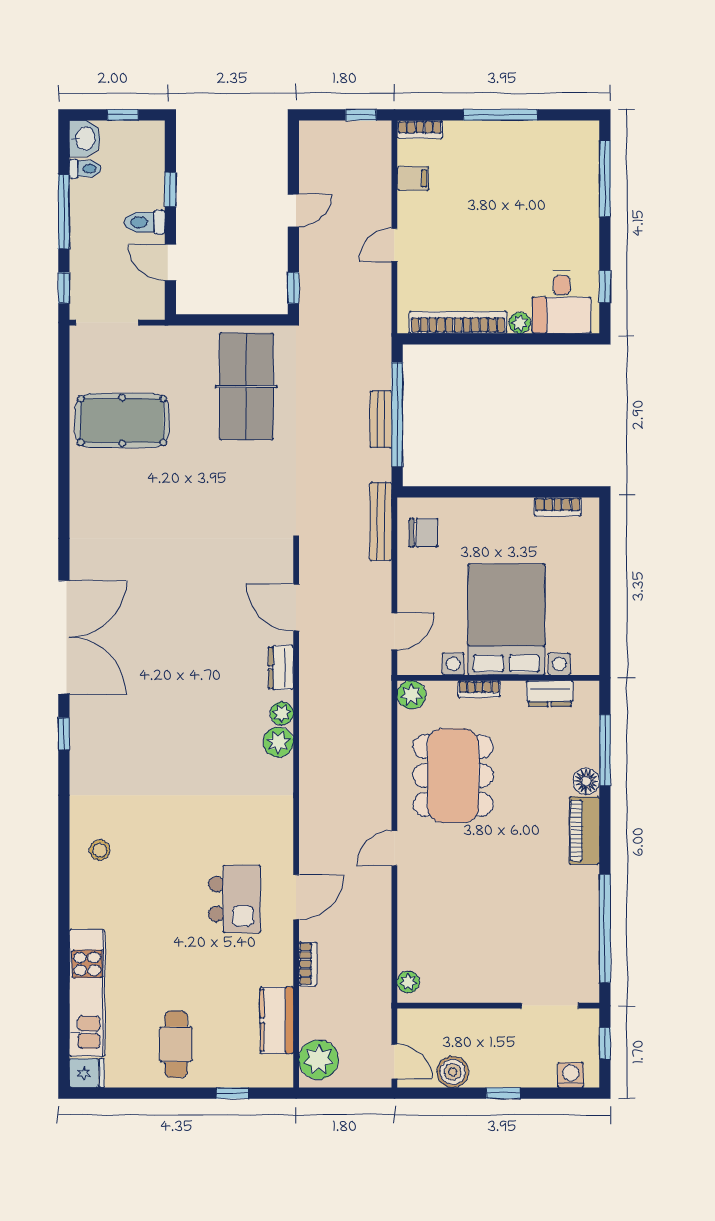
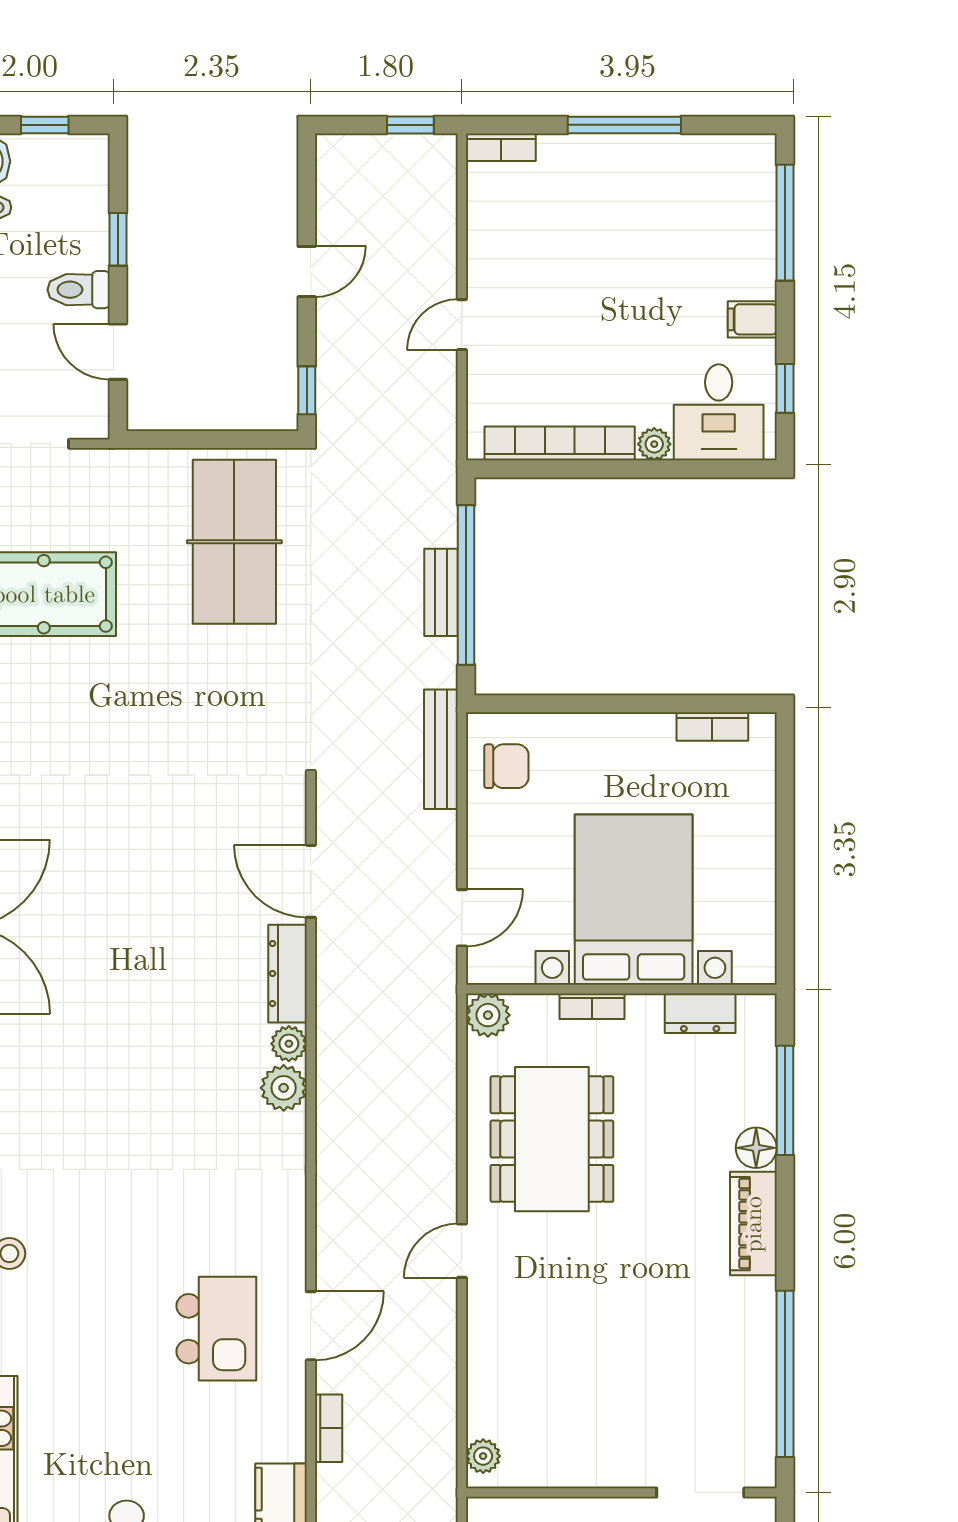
filing cabinet: (413, 178) -> (752, 319), moved, turned 180
dresser: (281, 668) -> (288, 974), width x1.44

